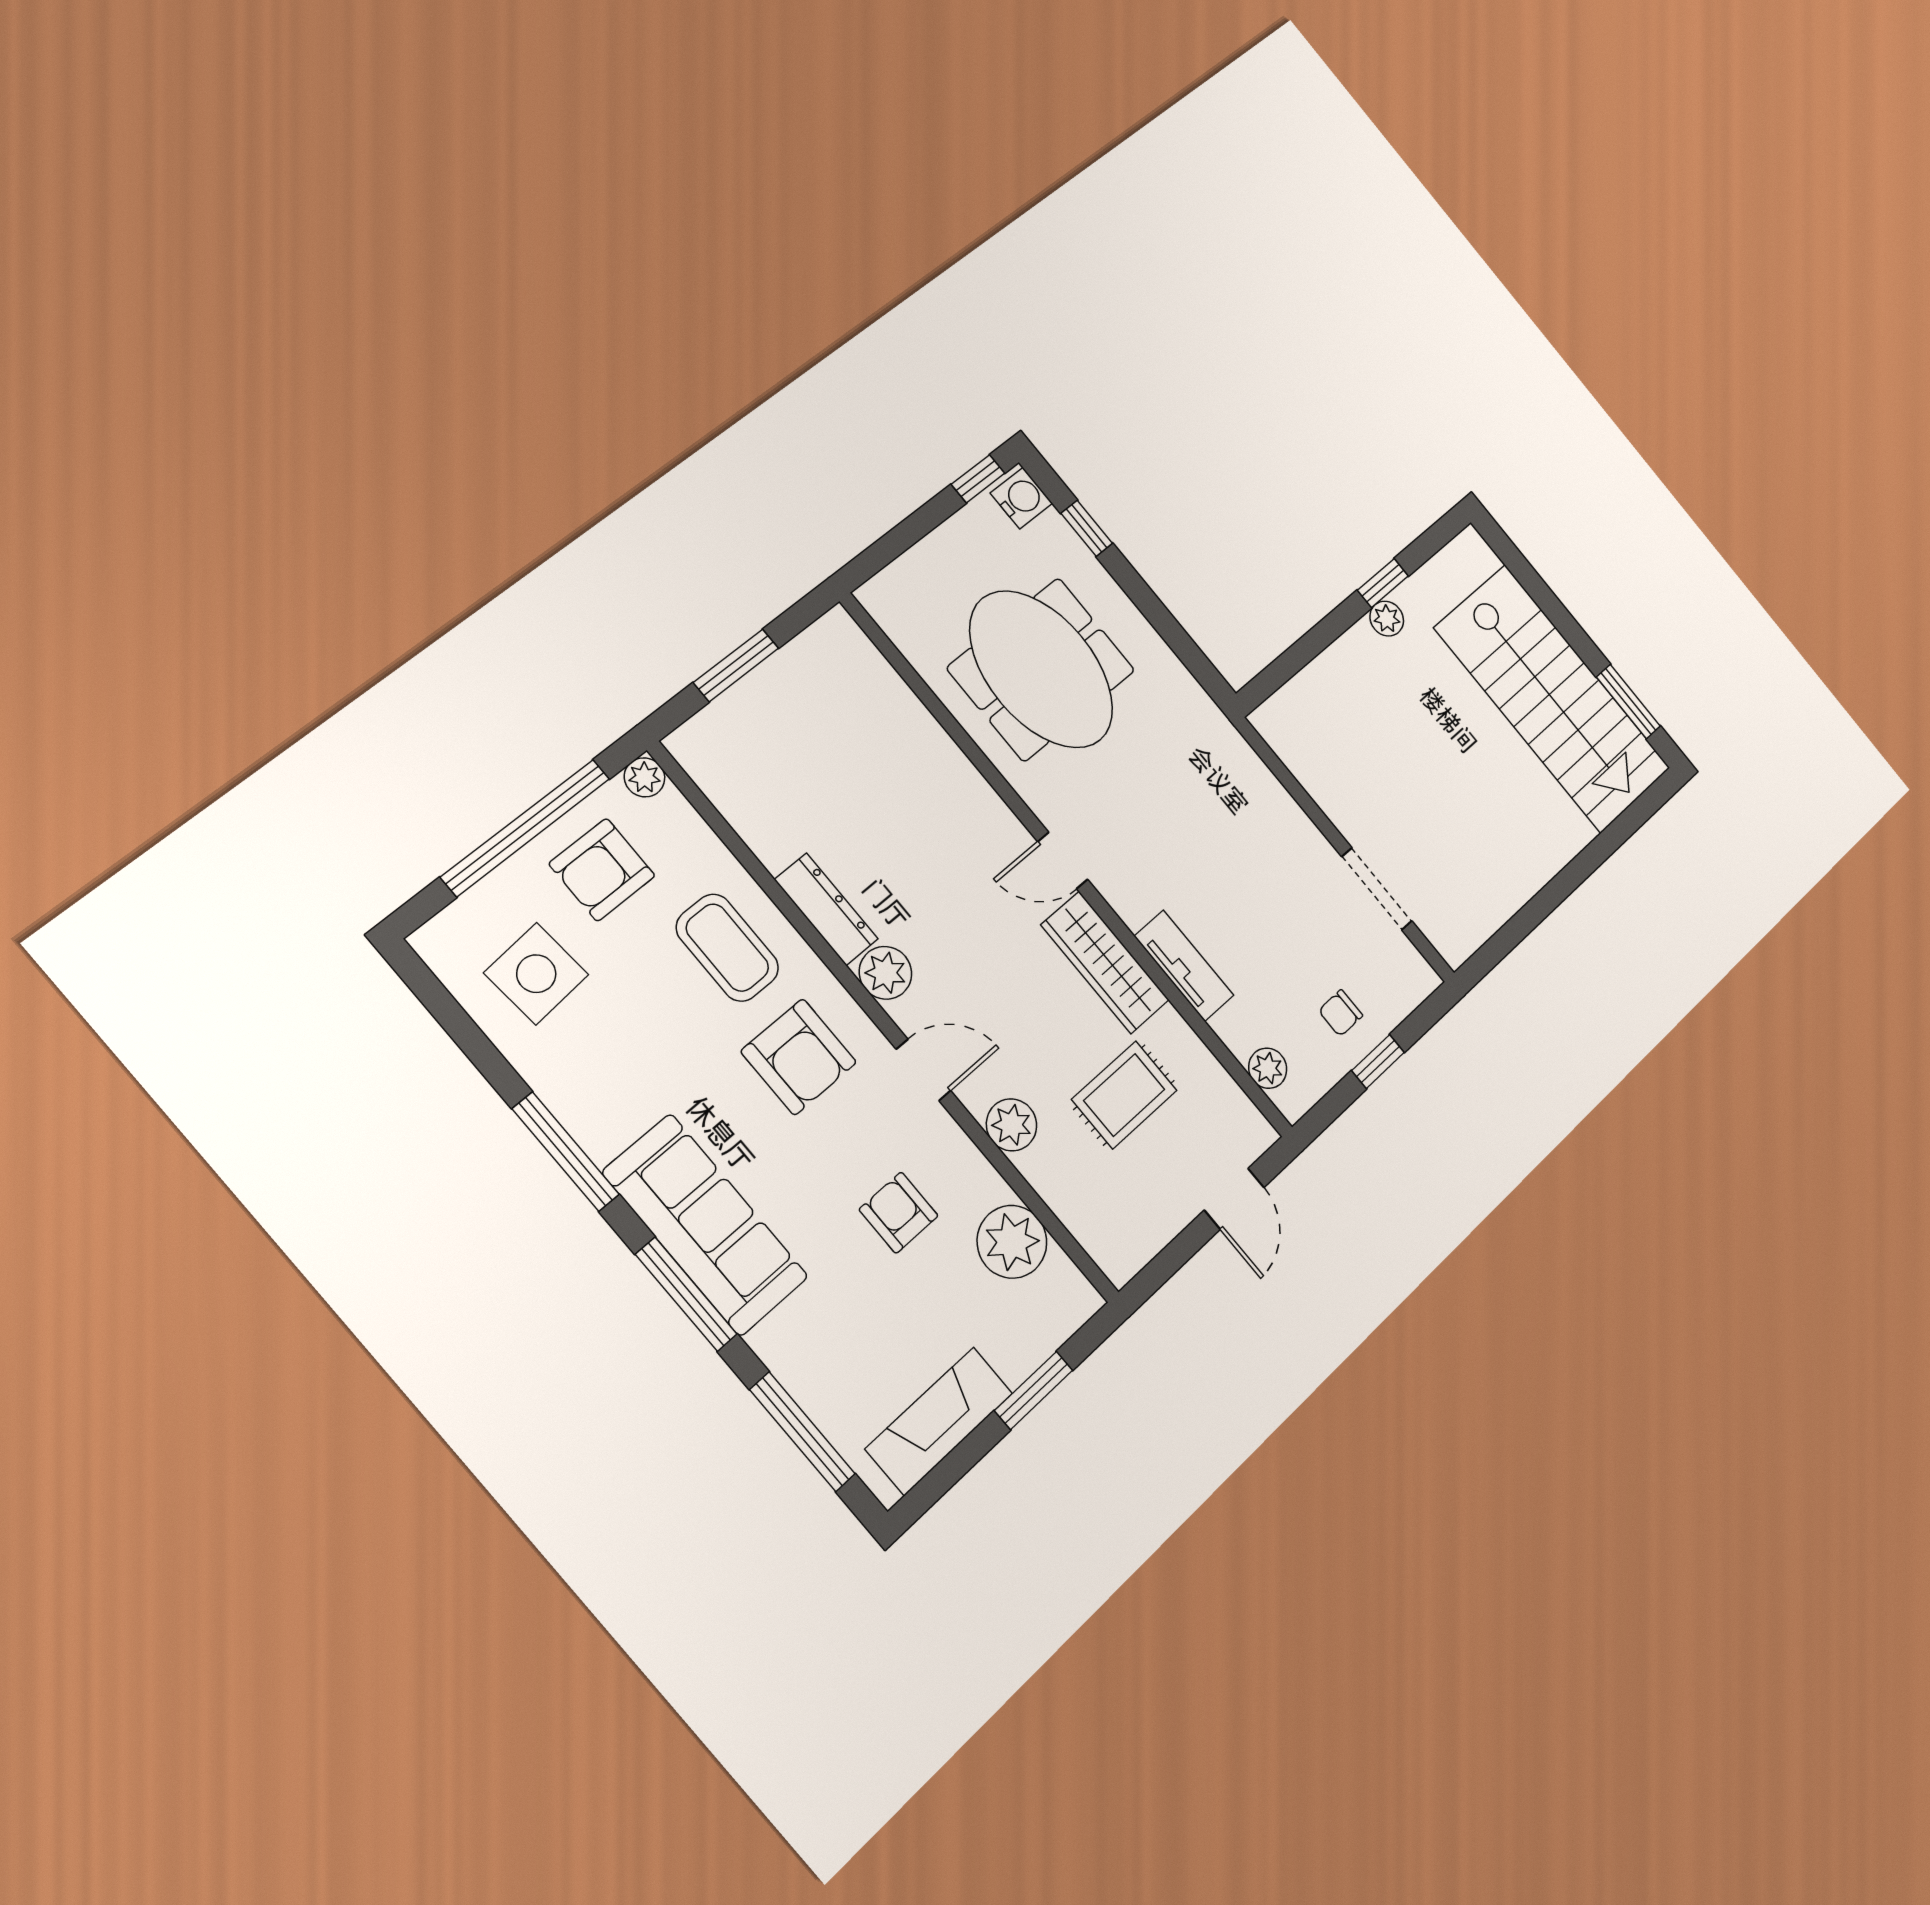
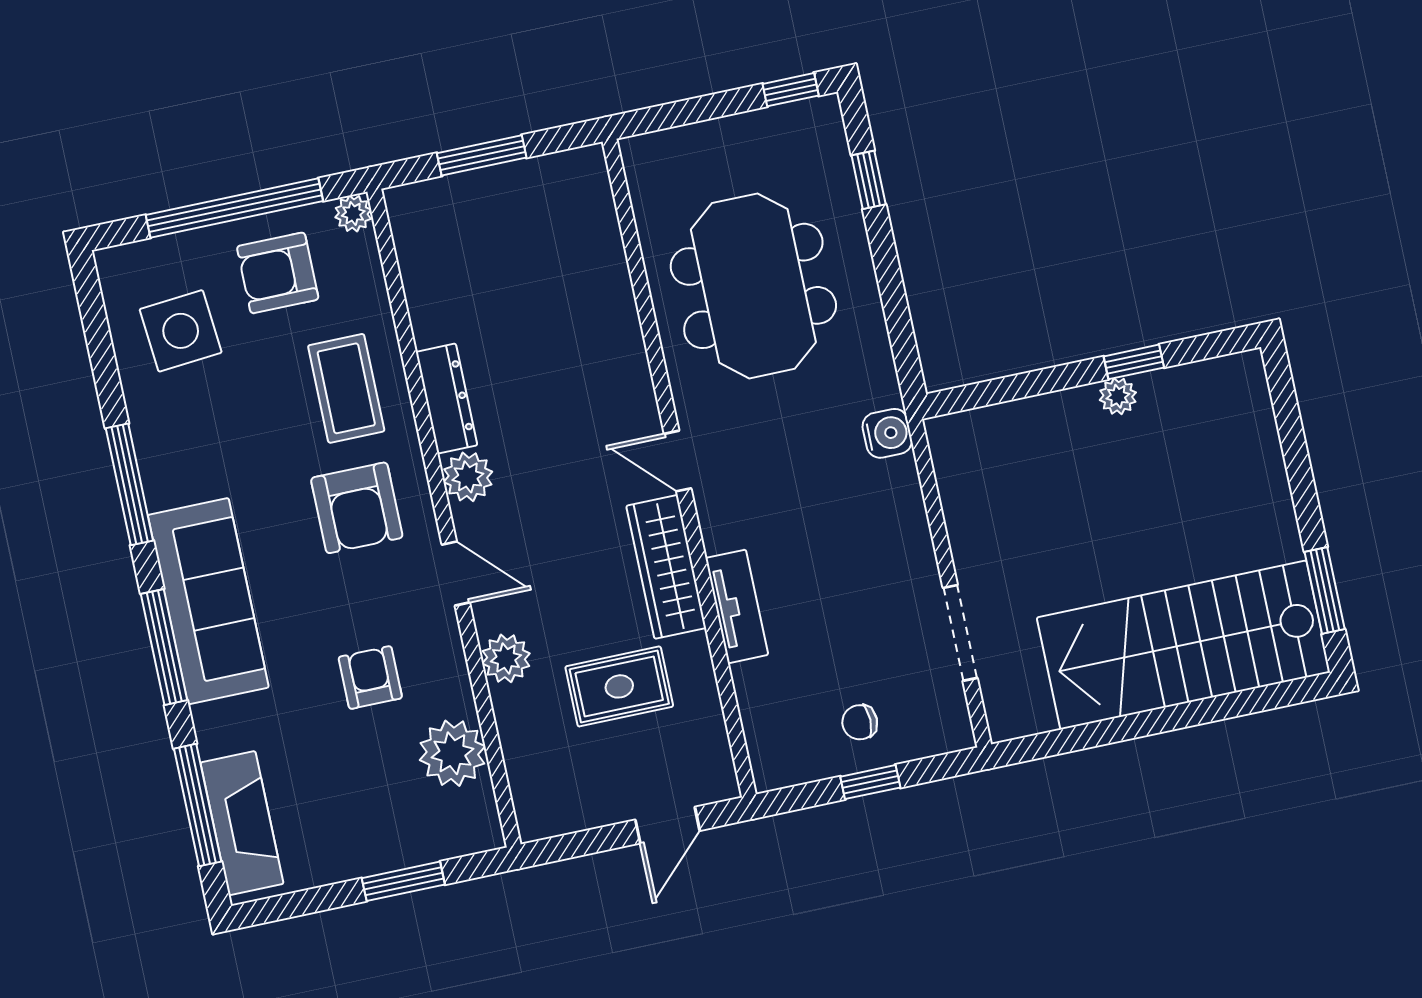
water cooler: (1021, 498) -> (887, 433), moved
stairs: (1553, 698) -> (1183, 645), moved, turned 90
plant: (1268, 1068) -> (763, 733), removed
fireplace: (939, 1421) -> (242, 823), moved, turned 90

